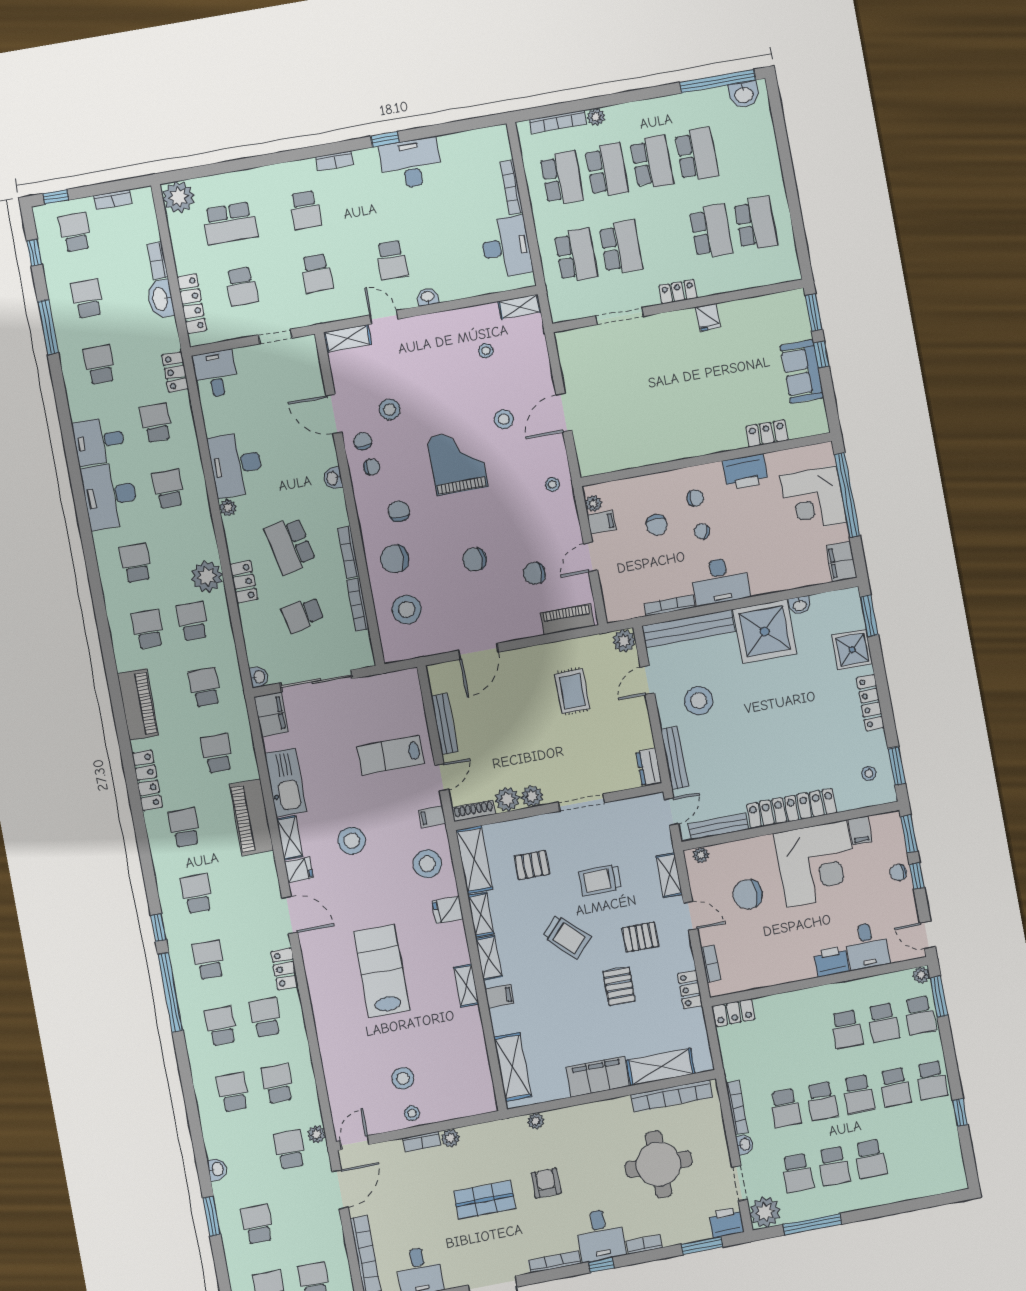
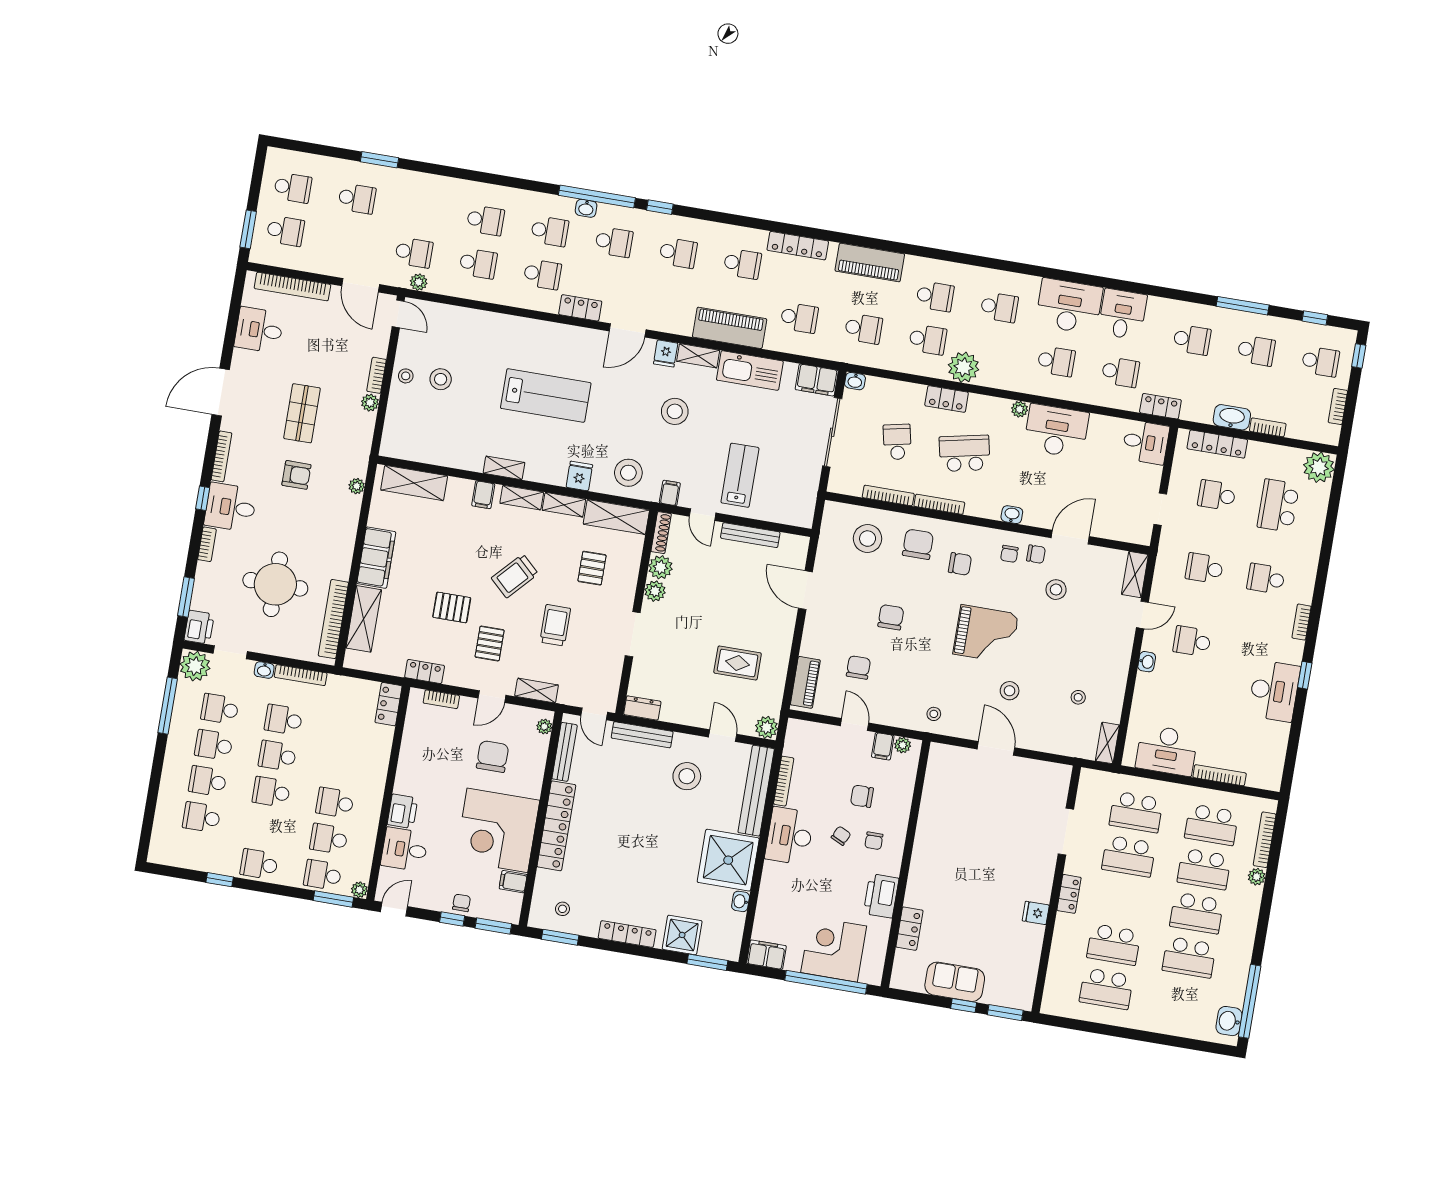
school desk: (895, 1087) -> (202, 817), moved
washbasin: (217, 1169) -> (586, 208), moved

